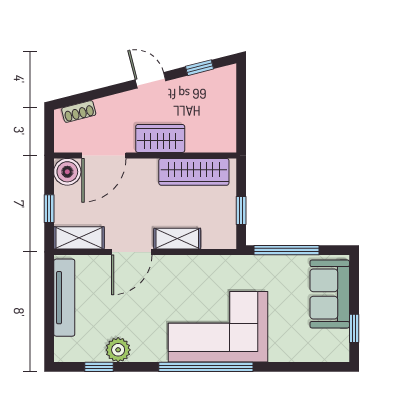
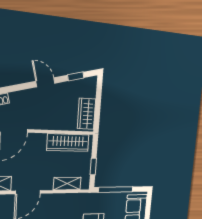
wardrobe: (160, 138) -> (86, 114), moved, turned -90
shelving: (177, 239) -> (67, 184), moved

